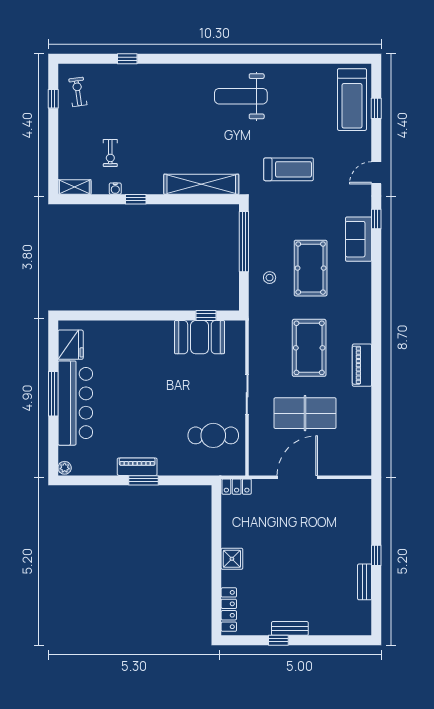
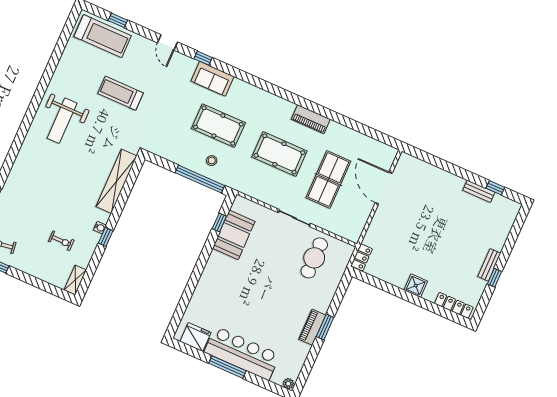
treadmill: (289, 169) -> (121, 93), moved, turned -90
water cooler: (115, 189) -> (100, 228), moved
window: (244, 242) -> (200, 179), moved
door: (297, 477) -> (384, 188), moved
window: (376, 555) -> (495, 188), moved

